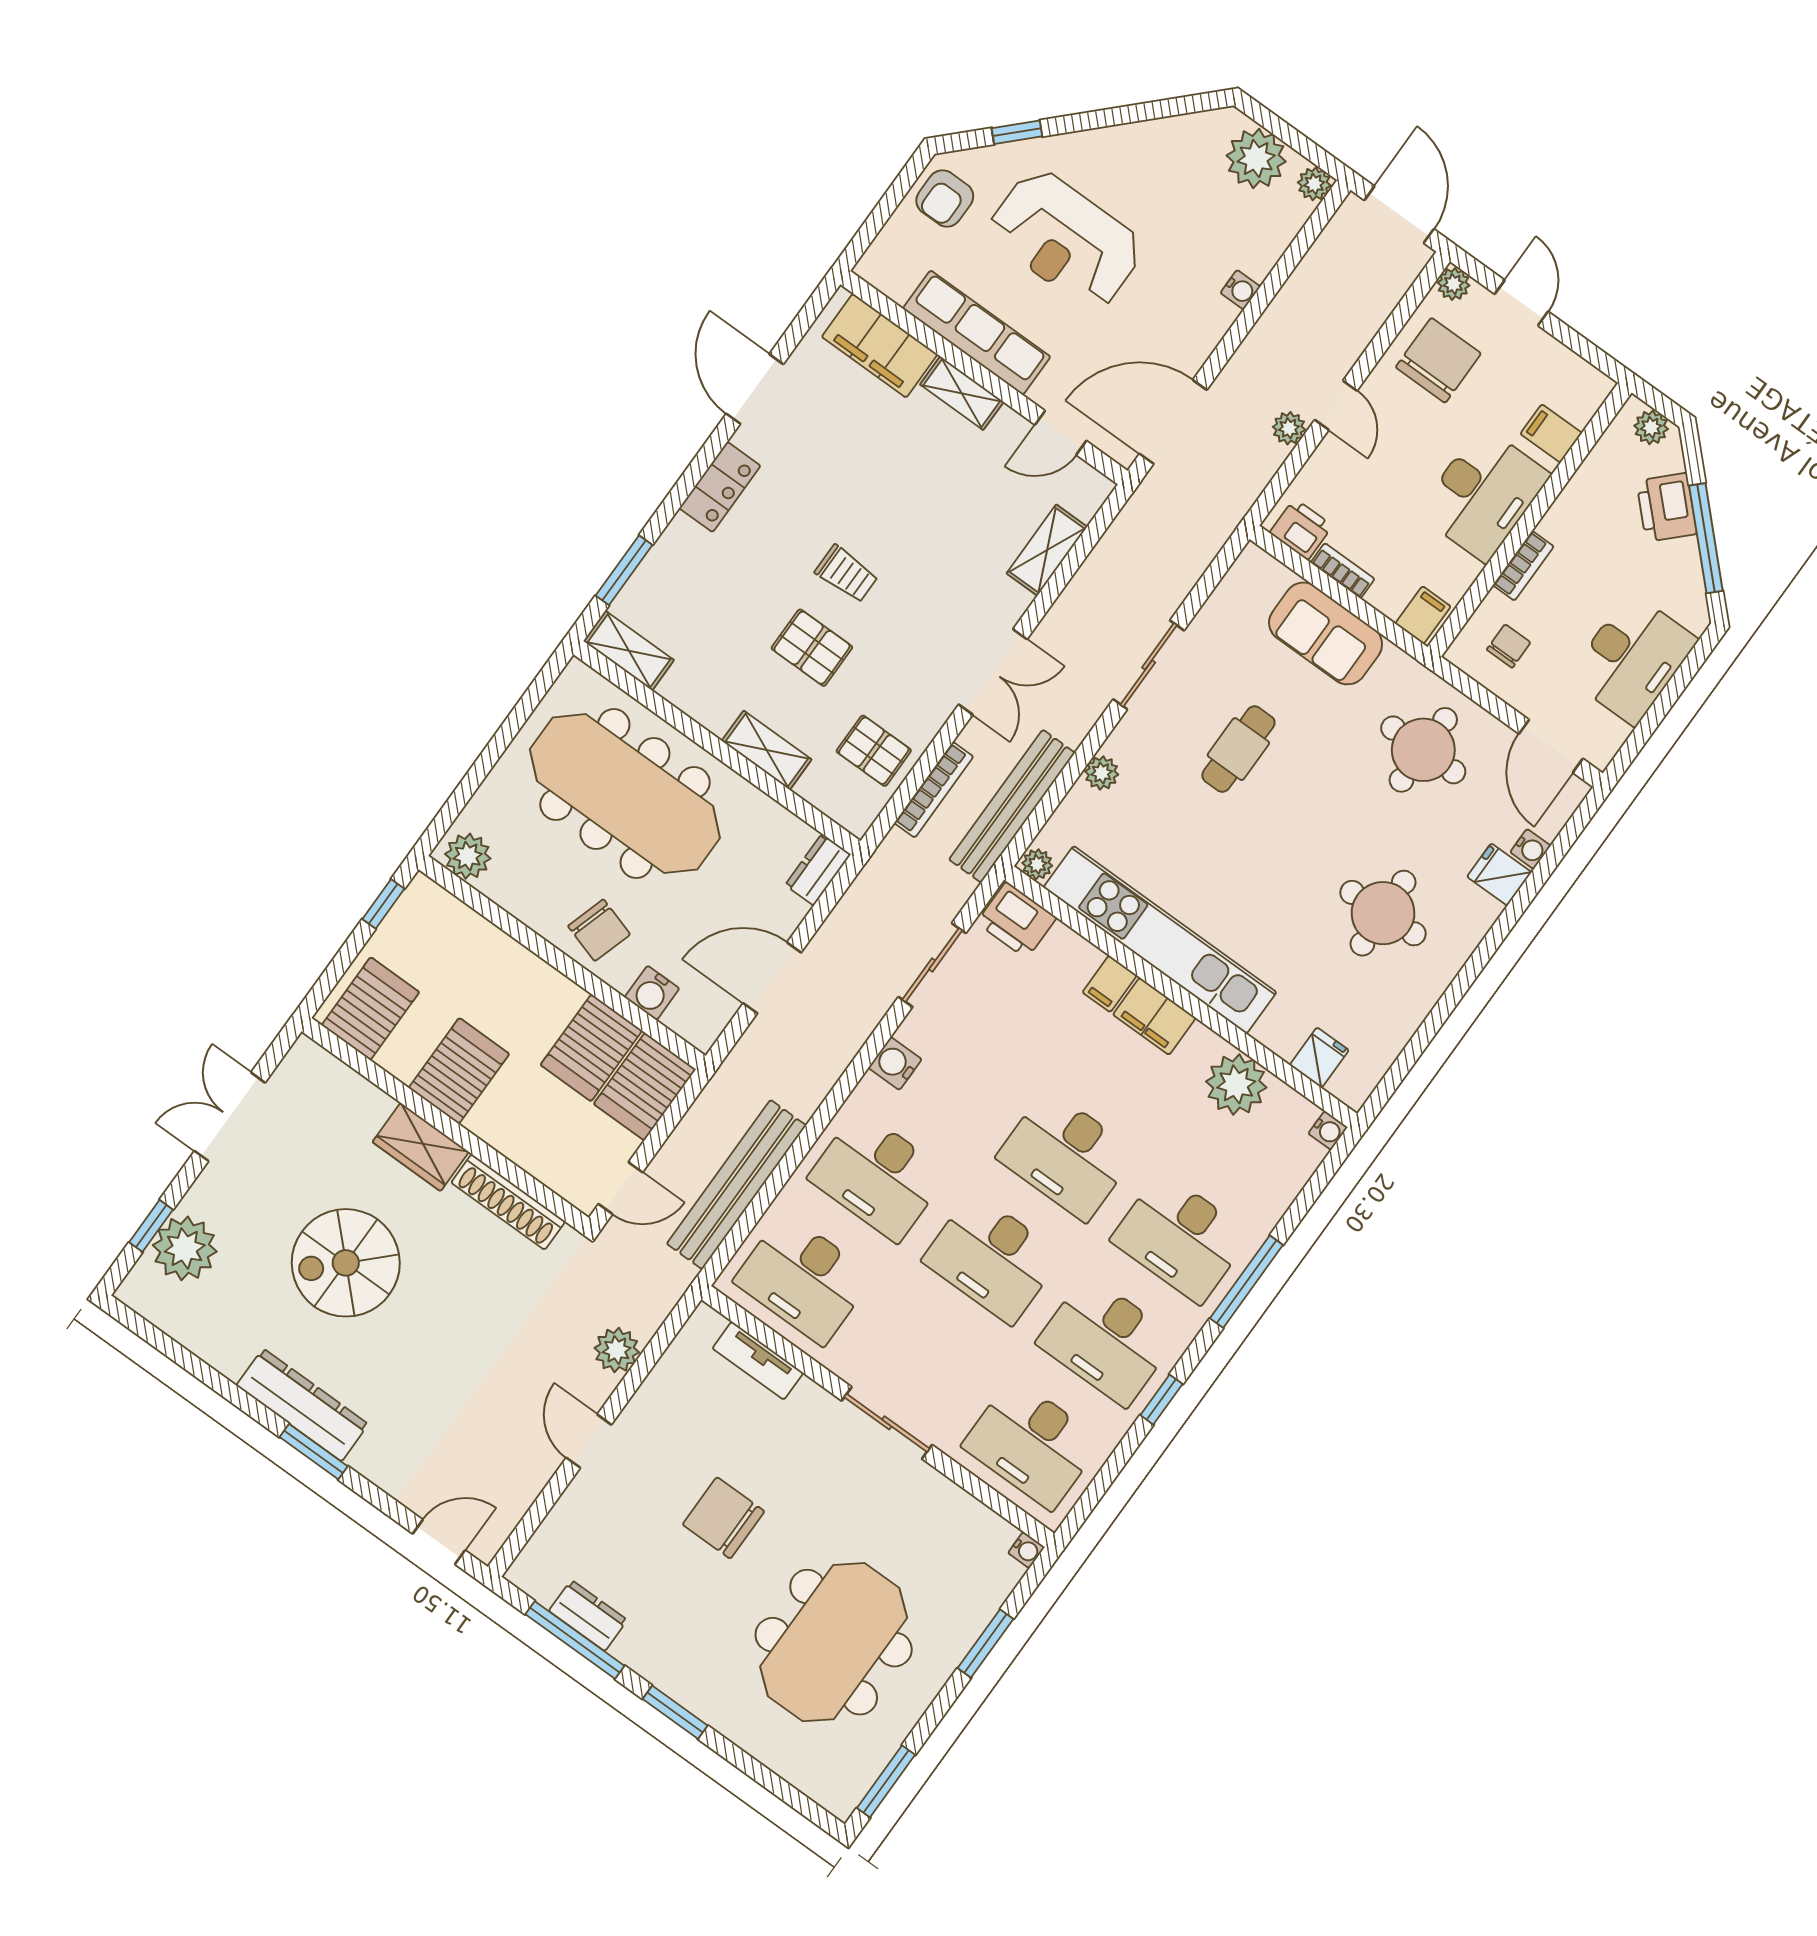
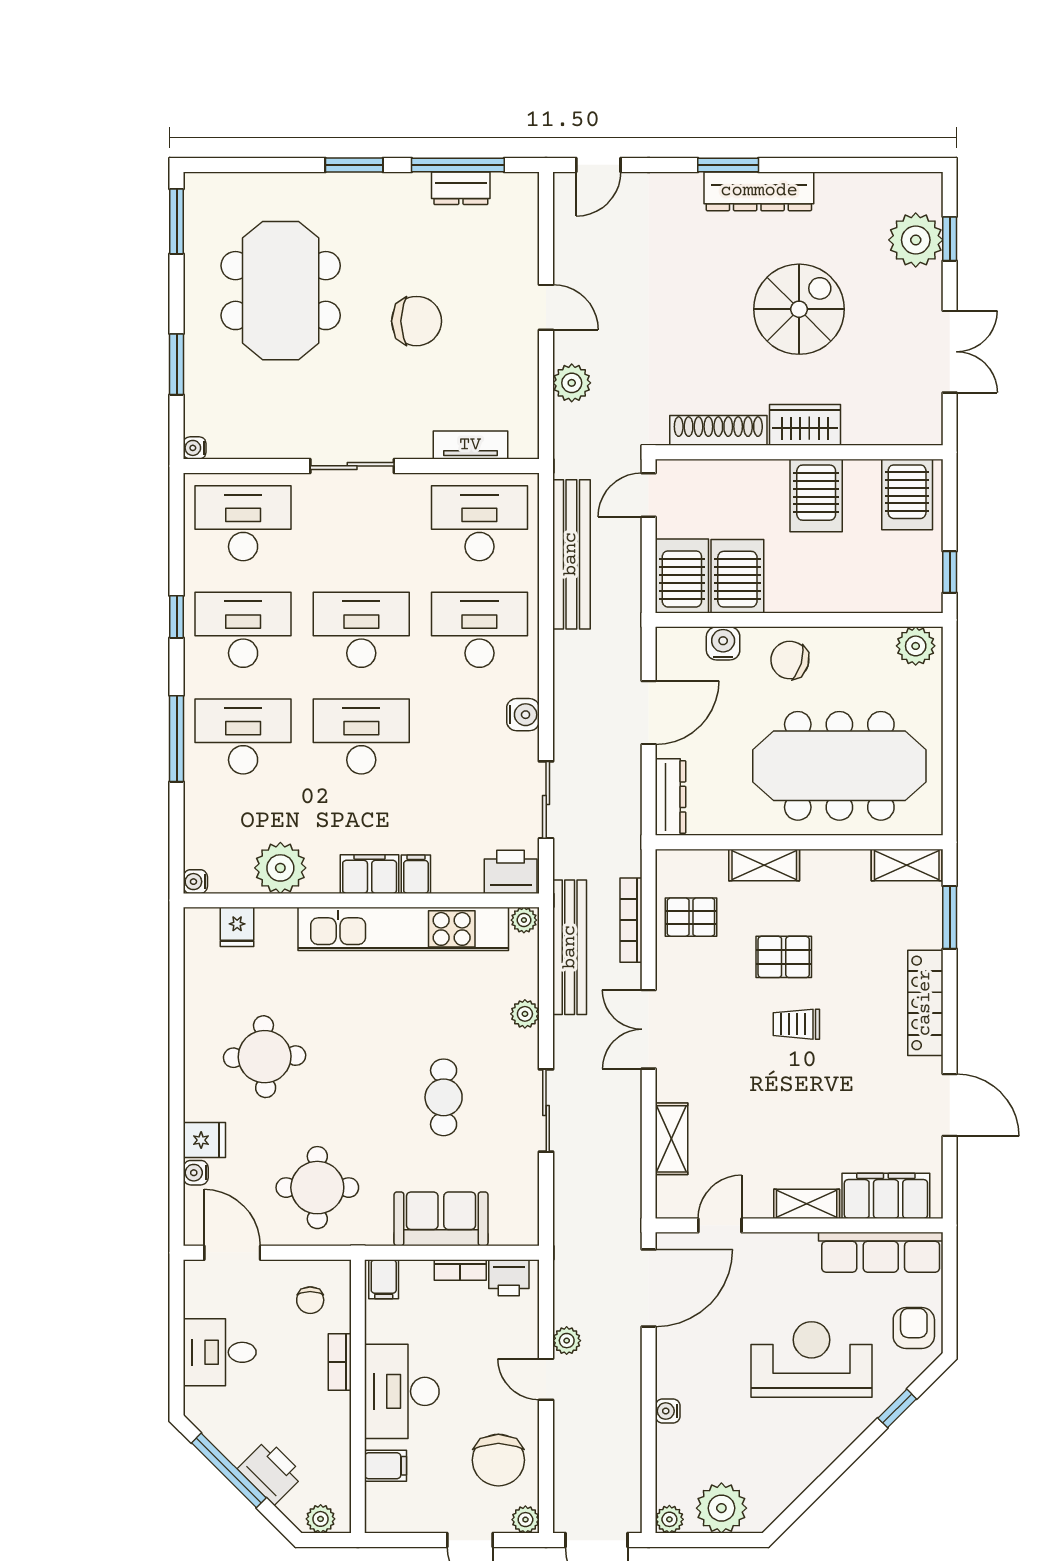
row of seats: (977, 333) -> (881, 1252), moved
locker: (720, 487) -> (925, 1003), width x1.53
desk: (1632, 659) -> (220, 1352), width x0.73
dresser: (818, 870) -> (671, 797), width x1.44

